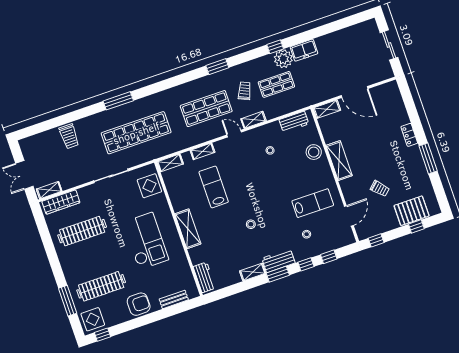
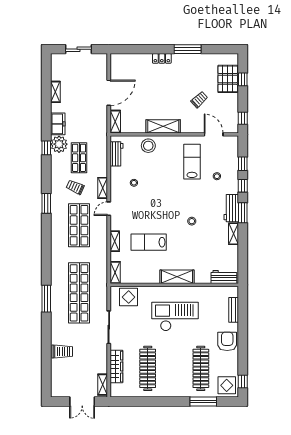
shelving: (336, 36) -> (55, 92), added
wardrobe: (61, 202) -> (116, 367), moved

